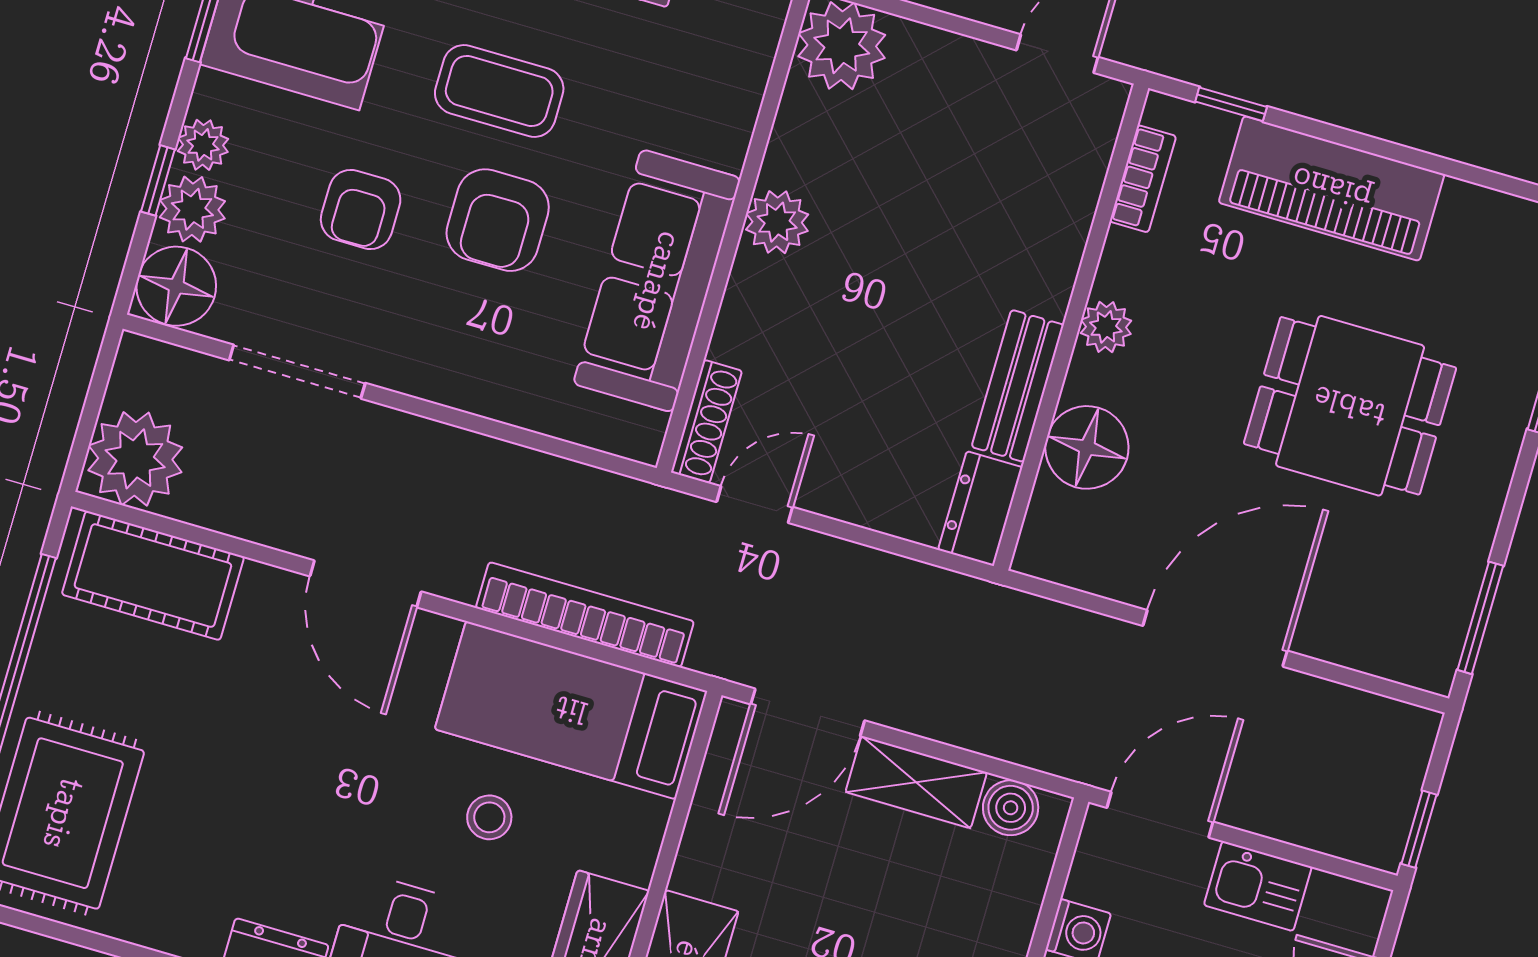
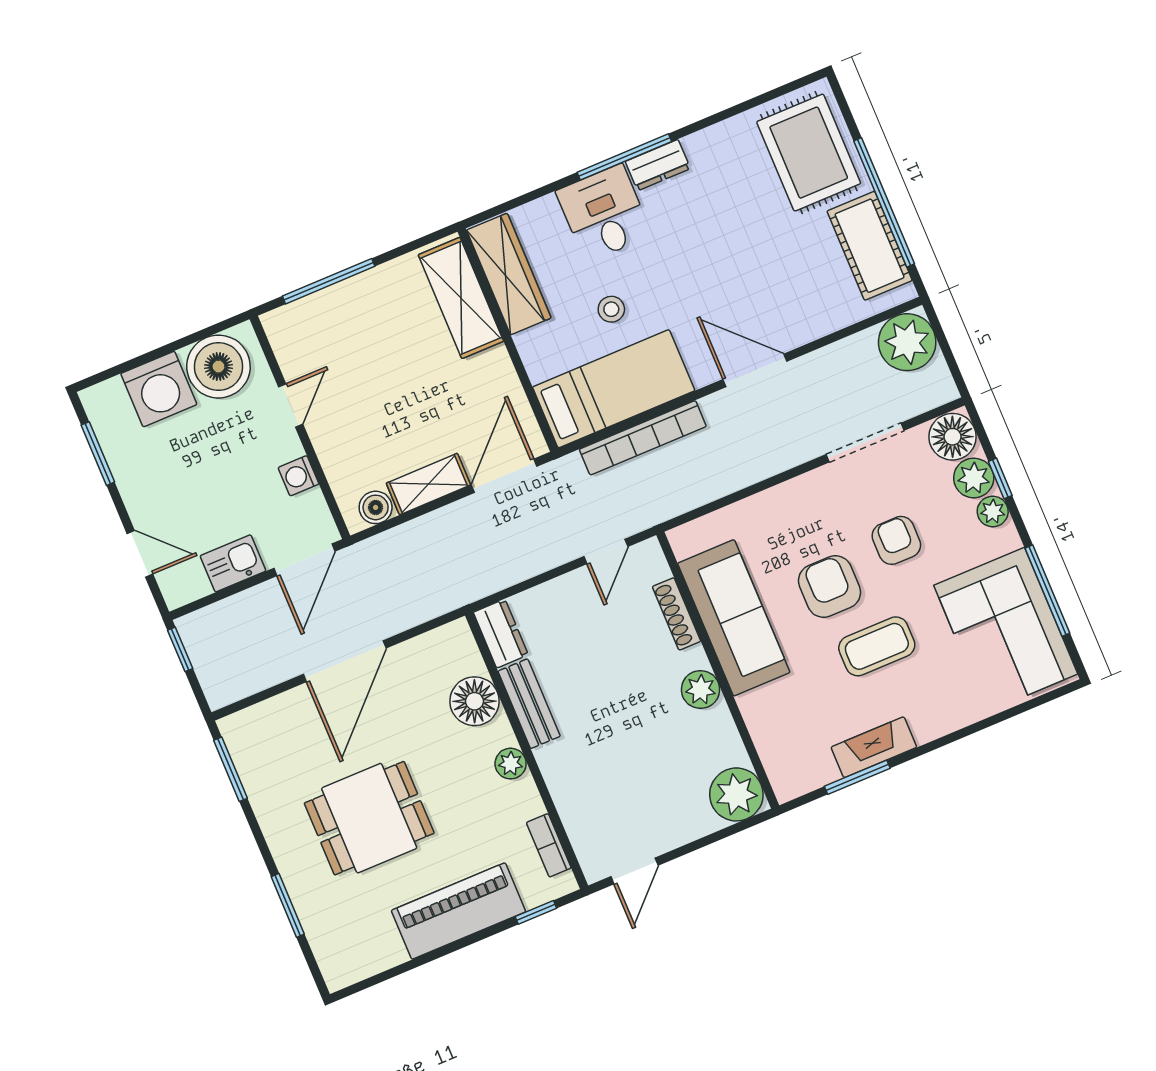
shoe rack: (706, 422) -> (677, 614), moved
cot: (153, 576) -> (870, 246), moved, turned 90

